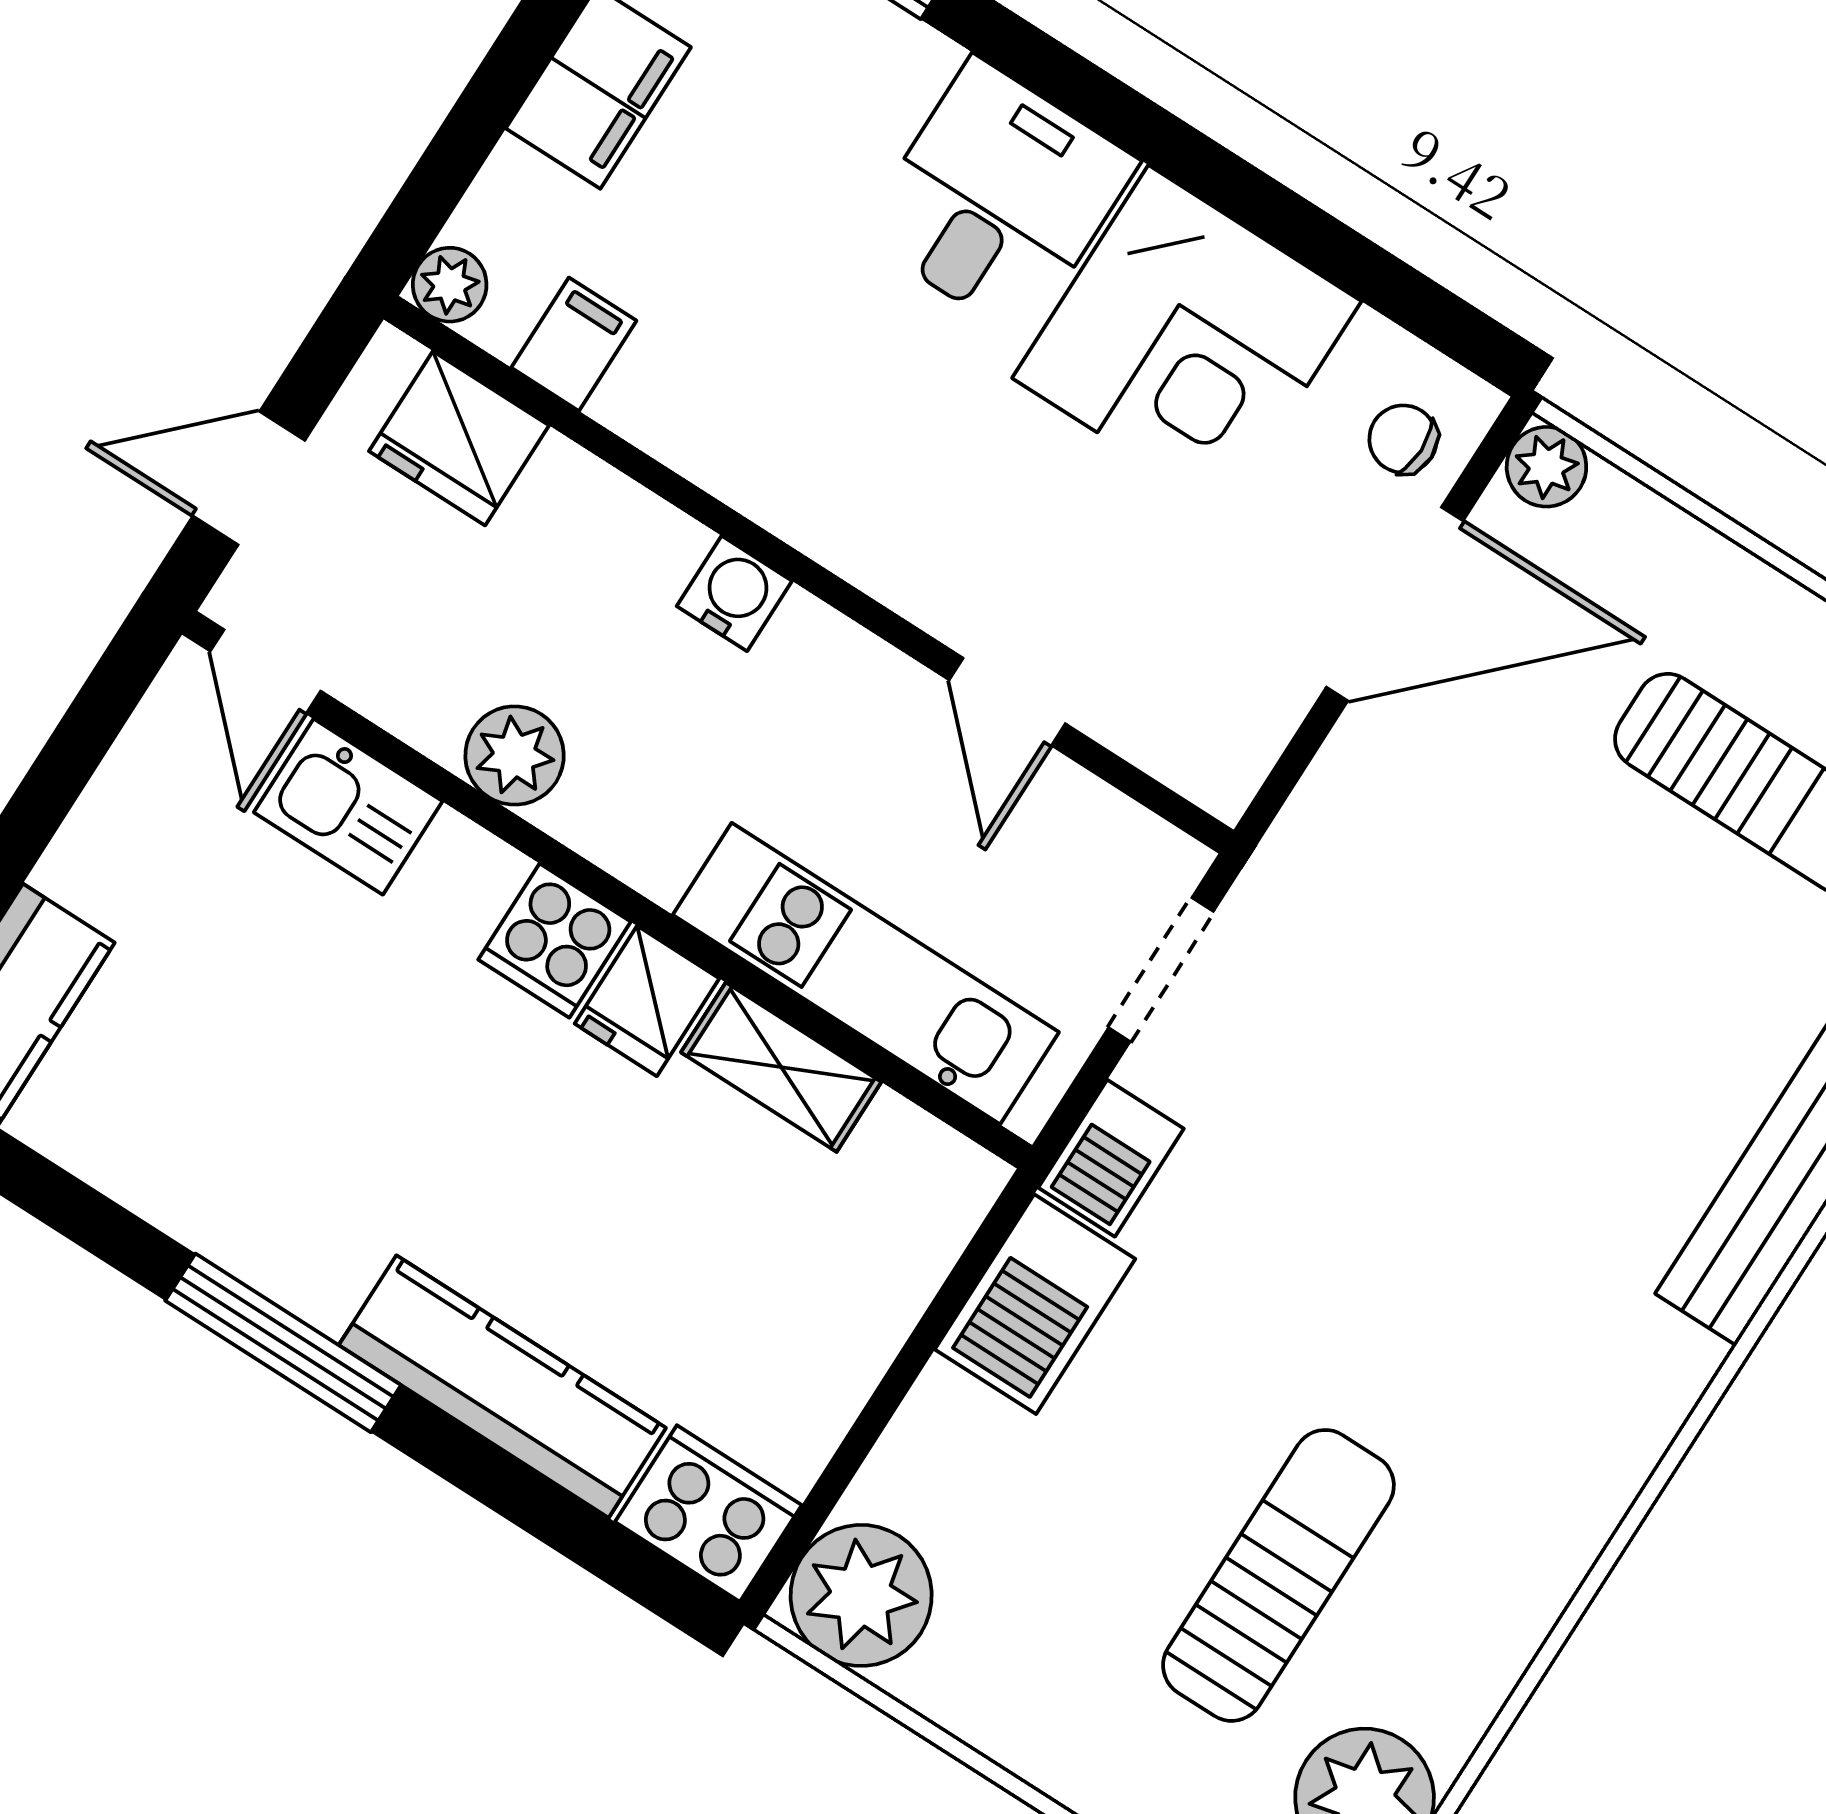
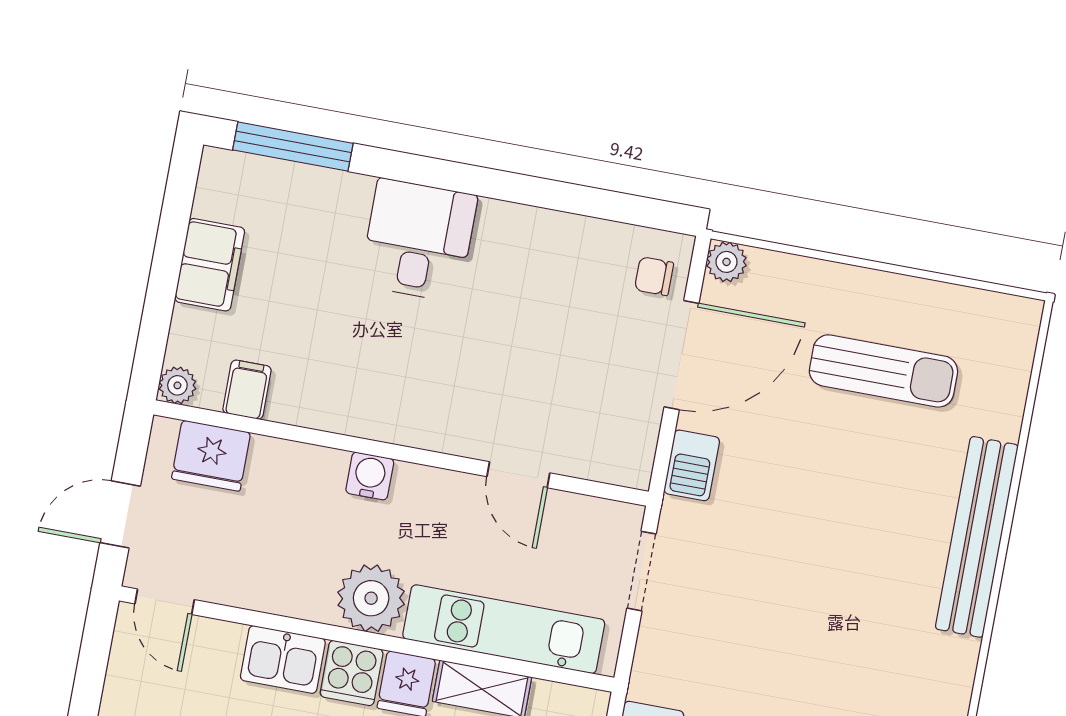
corner desk: (1187, 340) -> (534, 271), removed
plant: (515, 755) -> (371, 598), moved, width x1.36, depth x1.36
kitchen sink: (348, 807) -> (283, 659), moved
barbecue: (1111, 1158) -> (692, 465), moved

